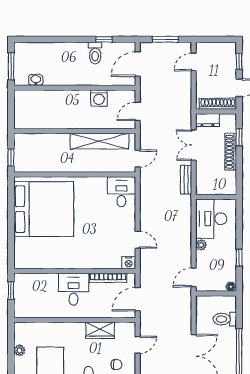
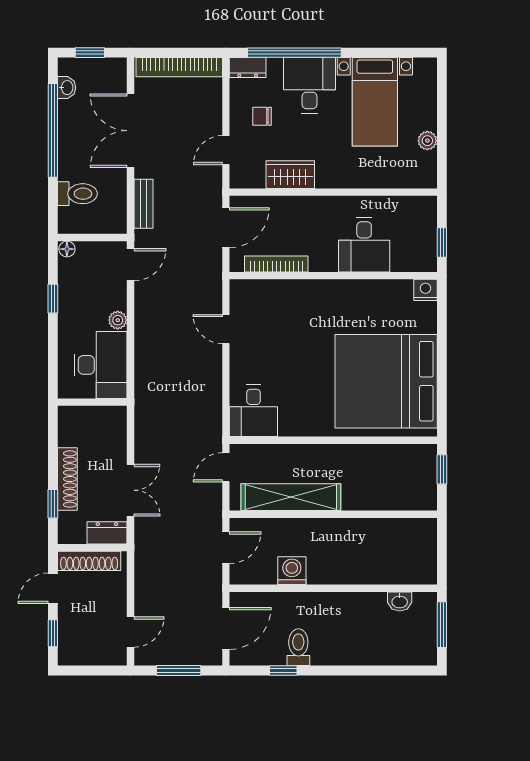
bench: (186, 180) -> (143, 204), moved
nightstand: (129, 263) -> (425, 290), moved
desk: (73, 289) -> (364, 245), moved

